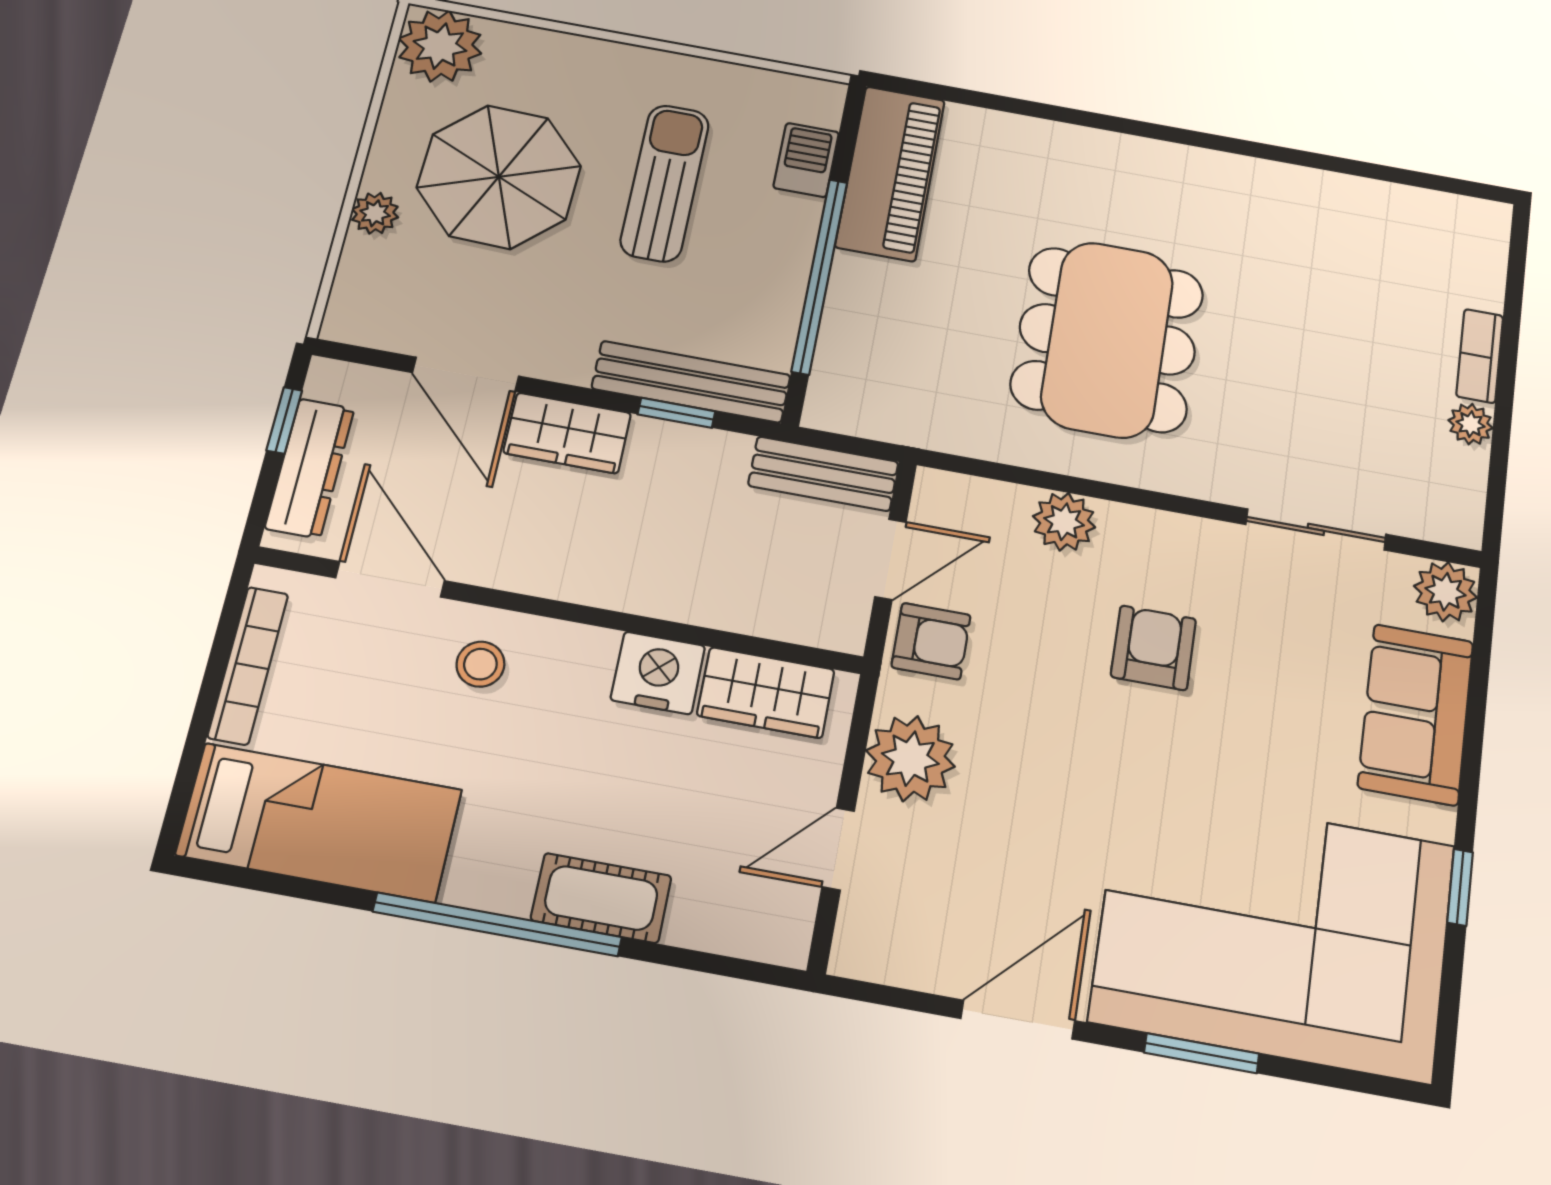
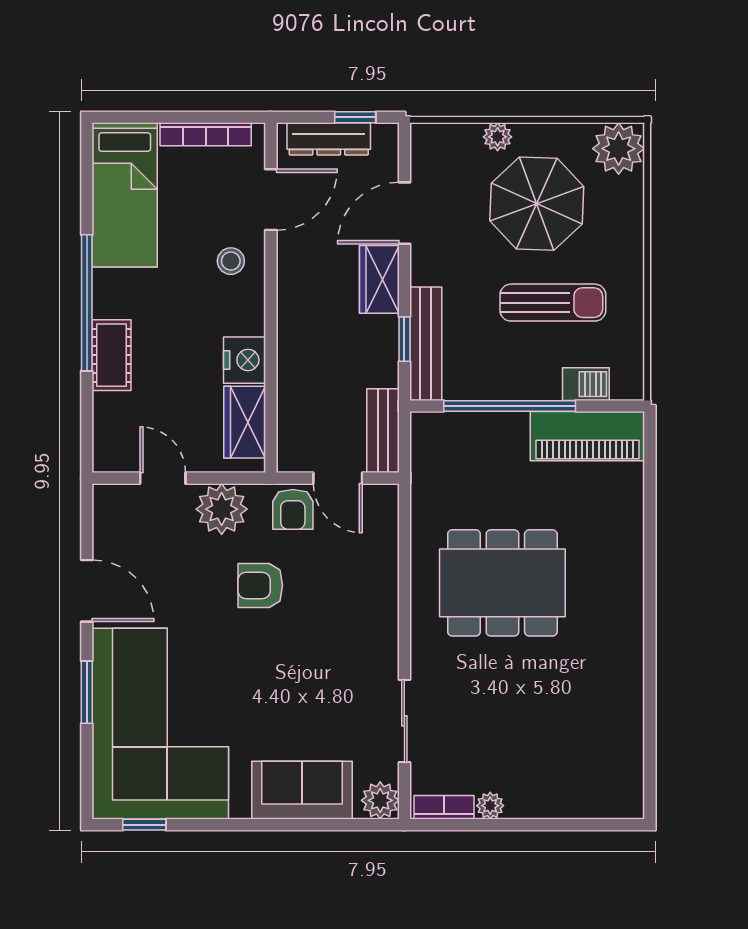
bookcase: (1480, 356) -> (444, 807), moved
plant: (1064, 522) -> (380, 574), removed
armchair: (1153, 648) -> (260, 585), moved, turned 180
window: (1460, 887) -> (144, 825), moved

